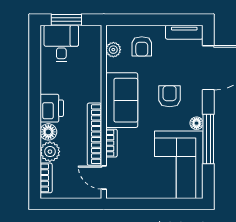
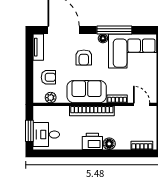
armchair: (170, 96) -> (84, 58), turned -90
bookcase: (94, 134) -> (92, 111), moved
plant: (50, 152) -> (123, 143), removed
door: (104, 177) -> (142, 104), swing flipped

